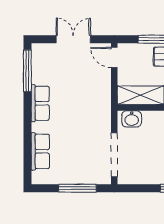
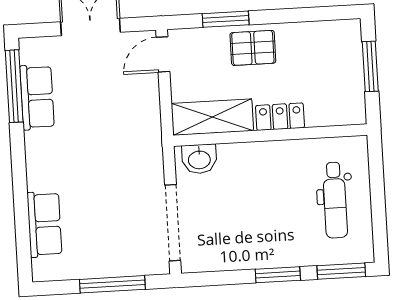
door: (114, 57) -> (163, 54), hinge flipped
row of seats: (40, 103) -> (37, 97), moved

